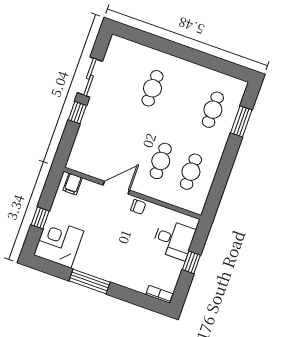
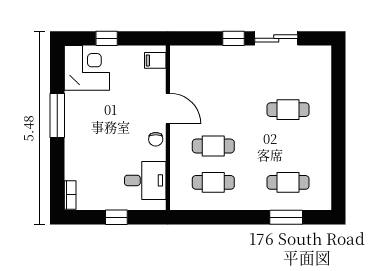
desk: (174, 240) -> (145, 180), moved, turned -90

